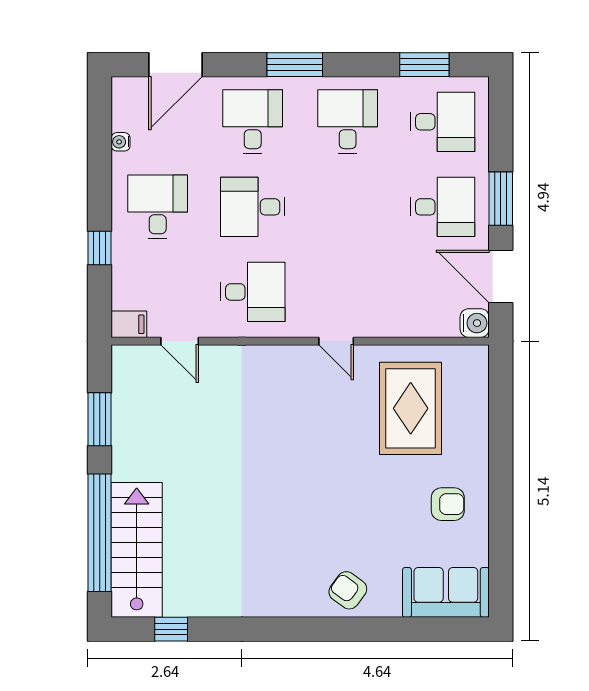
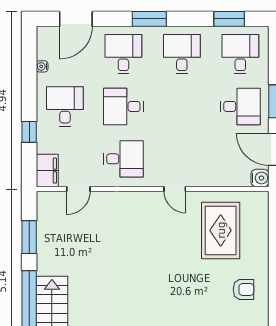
desk: (443, 122) -> (240, 54), turned -90
filing cabinet: (129, 324) -> (47, 171), width x2.00
door: (180, 341) -> (78, 189), hinge flipped

